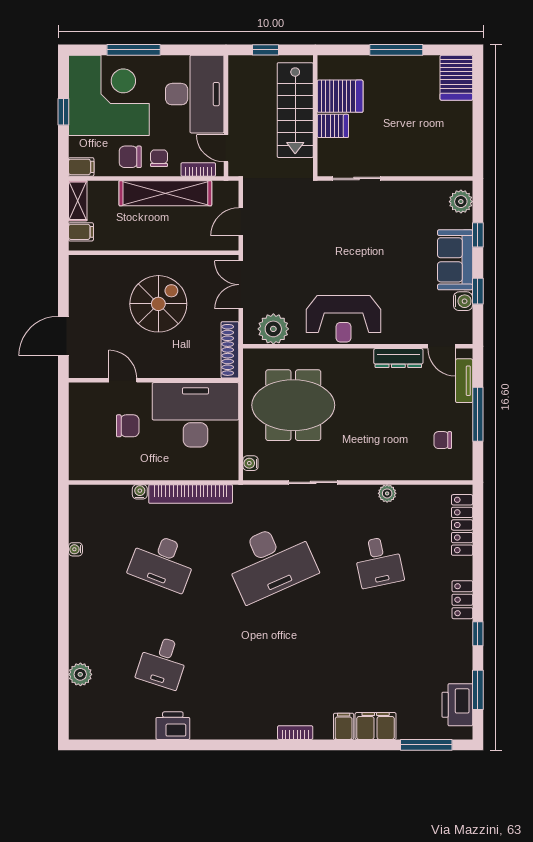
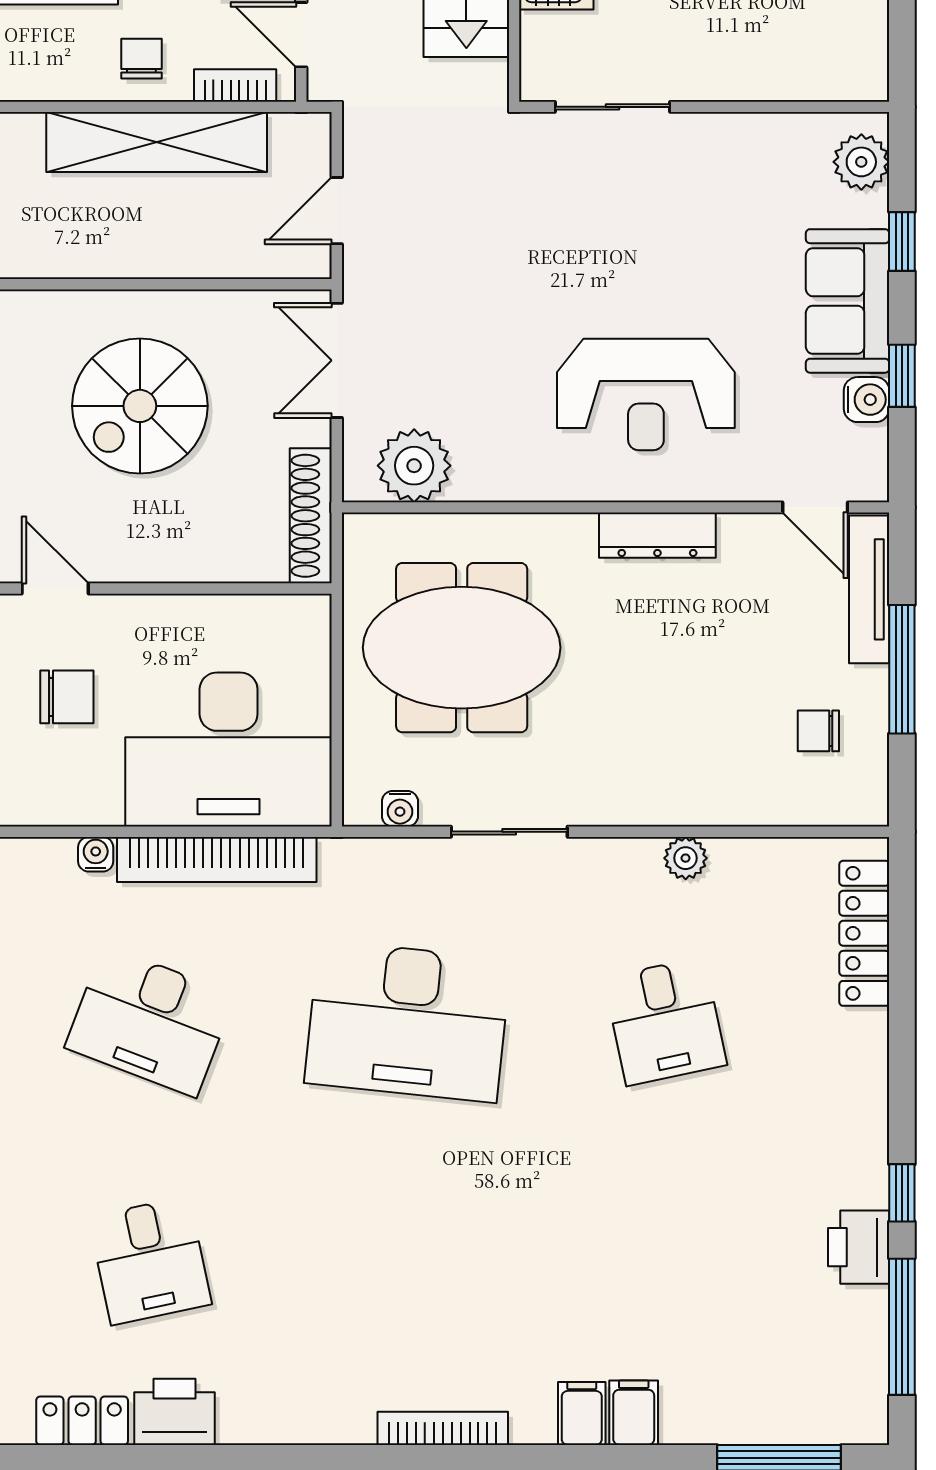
chair: (130, 157) -> (73, 55), removed
spiral stairs: (158, 304) -> (140, 406), turned 180
reception desk: (344, 319) -> (646, 395), moved
dresser: (398, 358) -> (657, 535), moved
tv unit: (464, 381) -> (869, 589), width x1.41
desk: (195, 415) -> (229, 749), moved, turned 180
water cooler: (250, 463) -> (400, 809), moved, turned -90
desk: (271, 562) -> (408, 1021), turned 30
locker: (462, 600) -> (82, 1421), moved, turned 90
desk: (163, 662) -> (150, 1261), turned -30
window: (478, 690) -> (902, 1327), width x1.44
printer: (457, 705) -> (859, 1247), moved, width x0.73, depth x0.84
filing cabinet: (376, 726) -> (634, 1413), width x0.50
bookcase: (295, 733) -> (443, 1428), width x1.56

